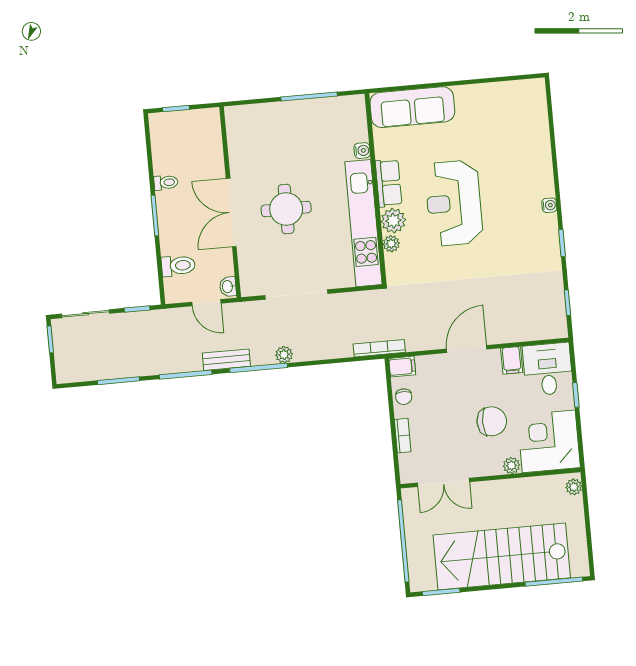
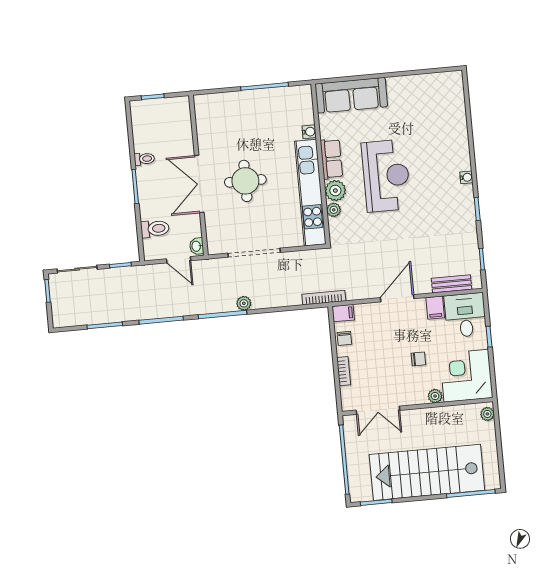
reception desk: (454, 203) -> (386, 176), turned 180
bench: (226, 360) -> (451, 284), moved
chair: (492, 421) -> (418, 359), width x0.54, depth x0.54

